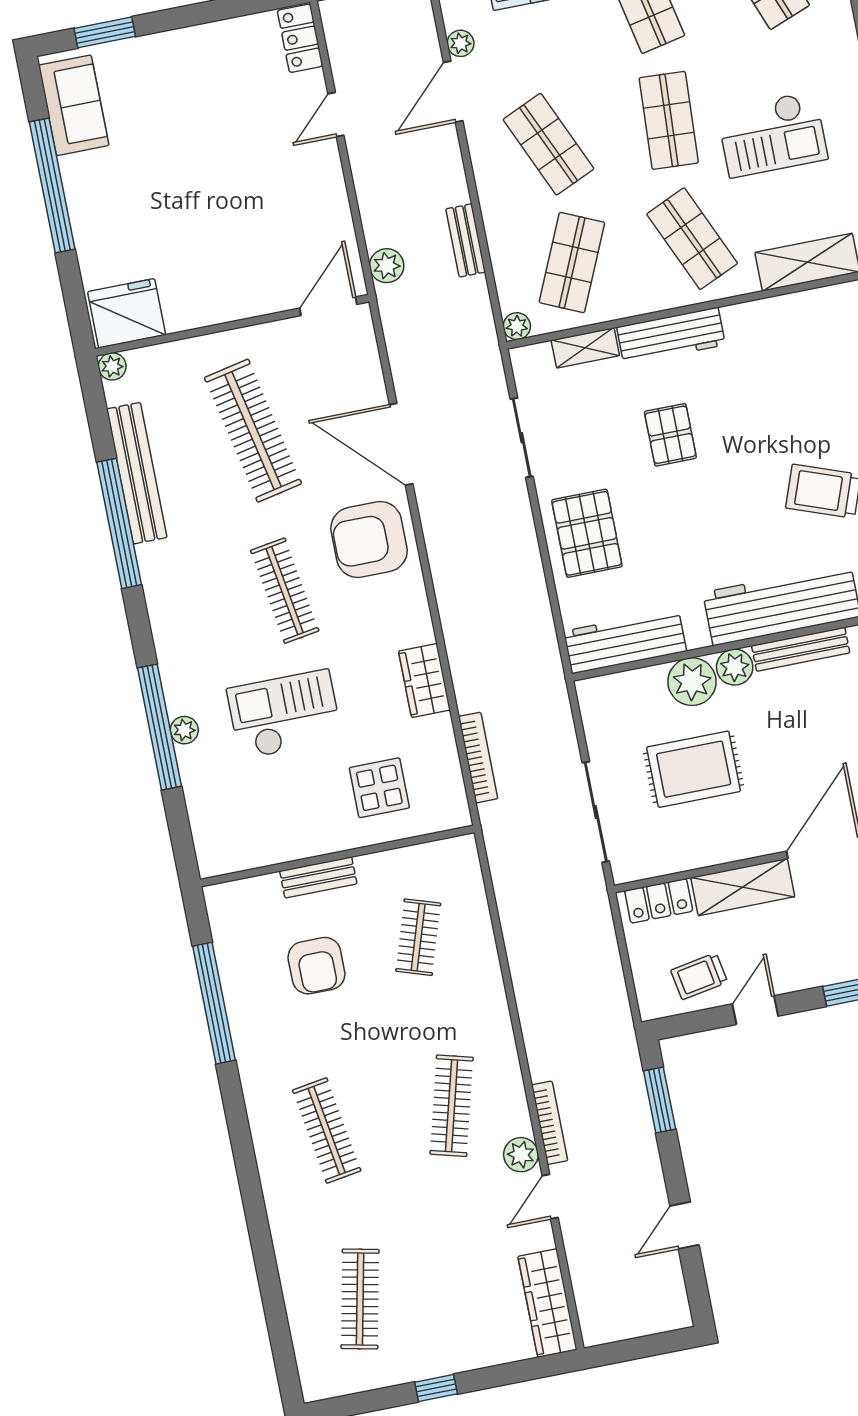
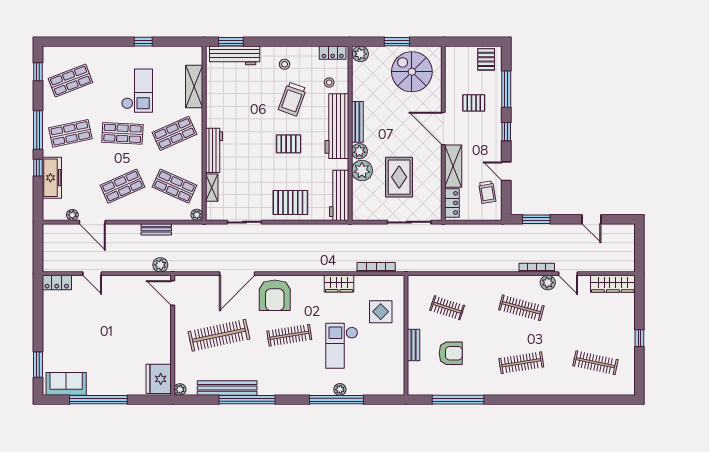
pallet: (670, 435) -> (289, 144), moved

